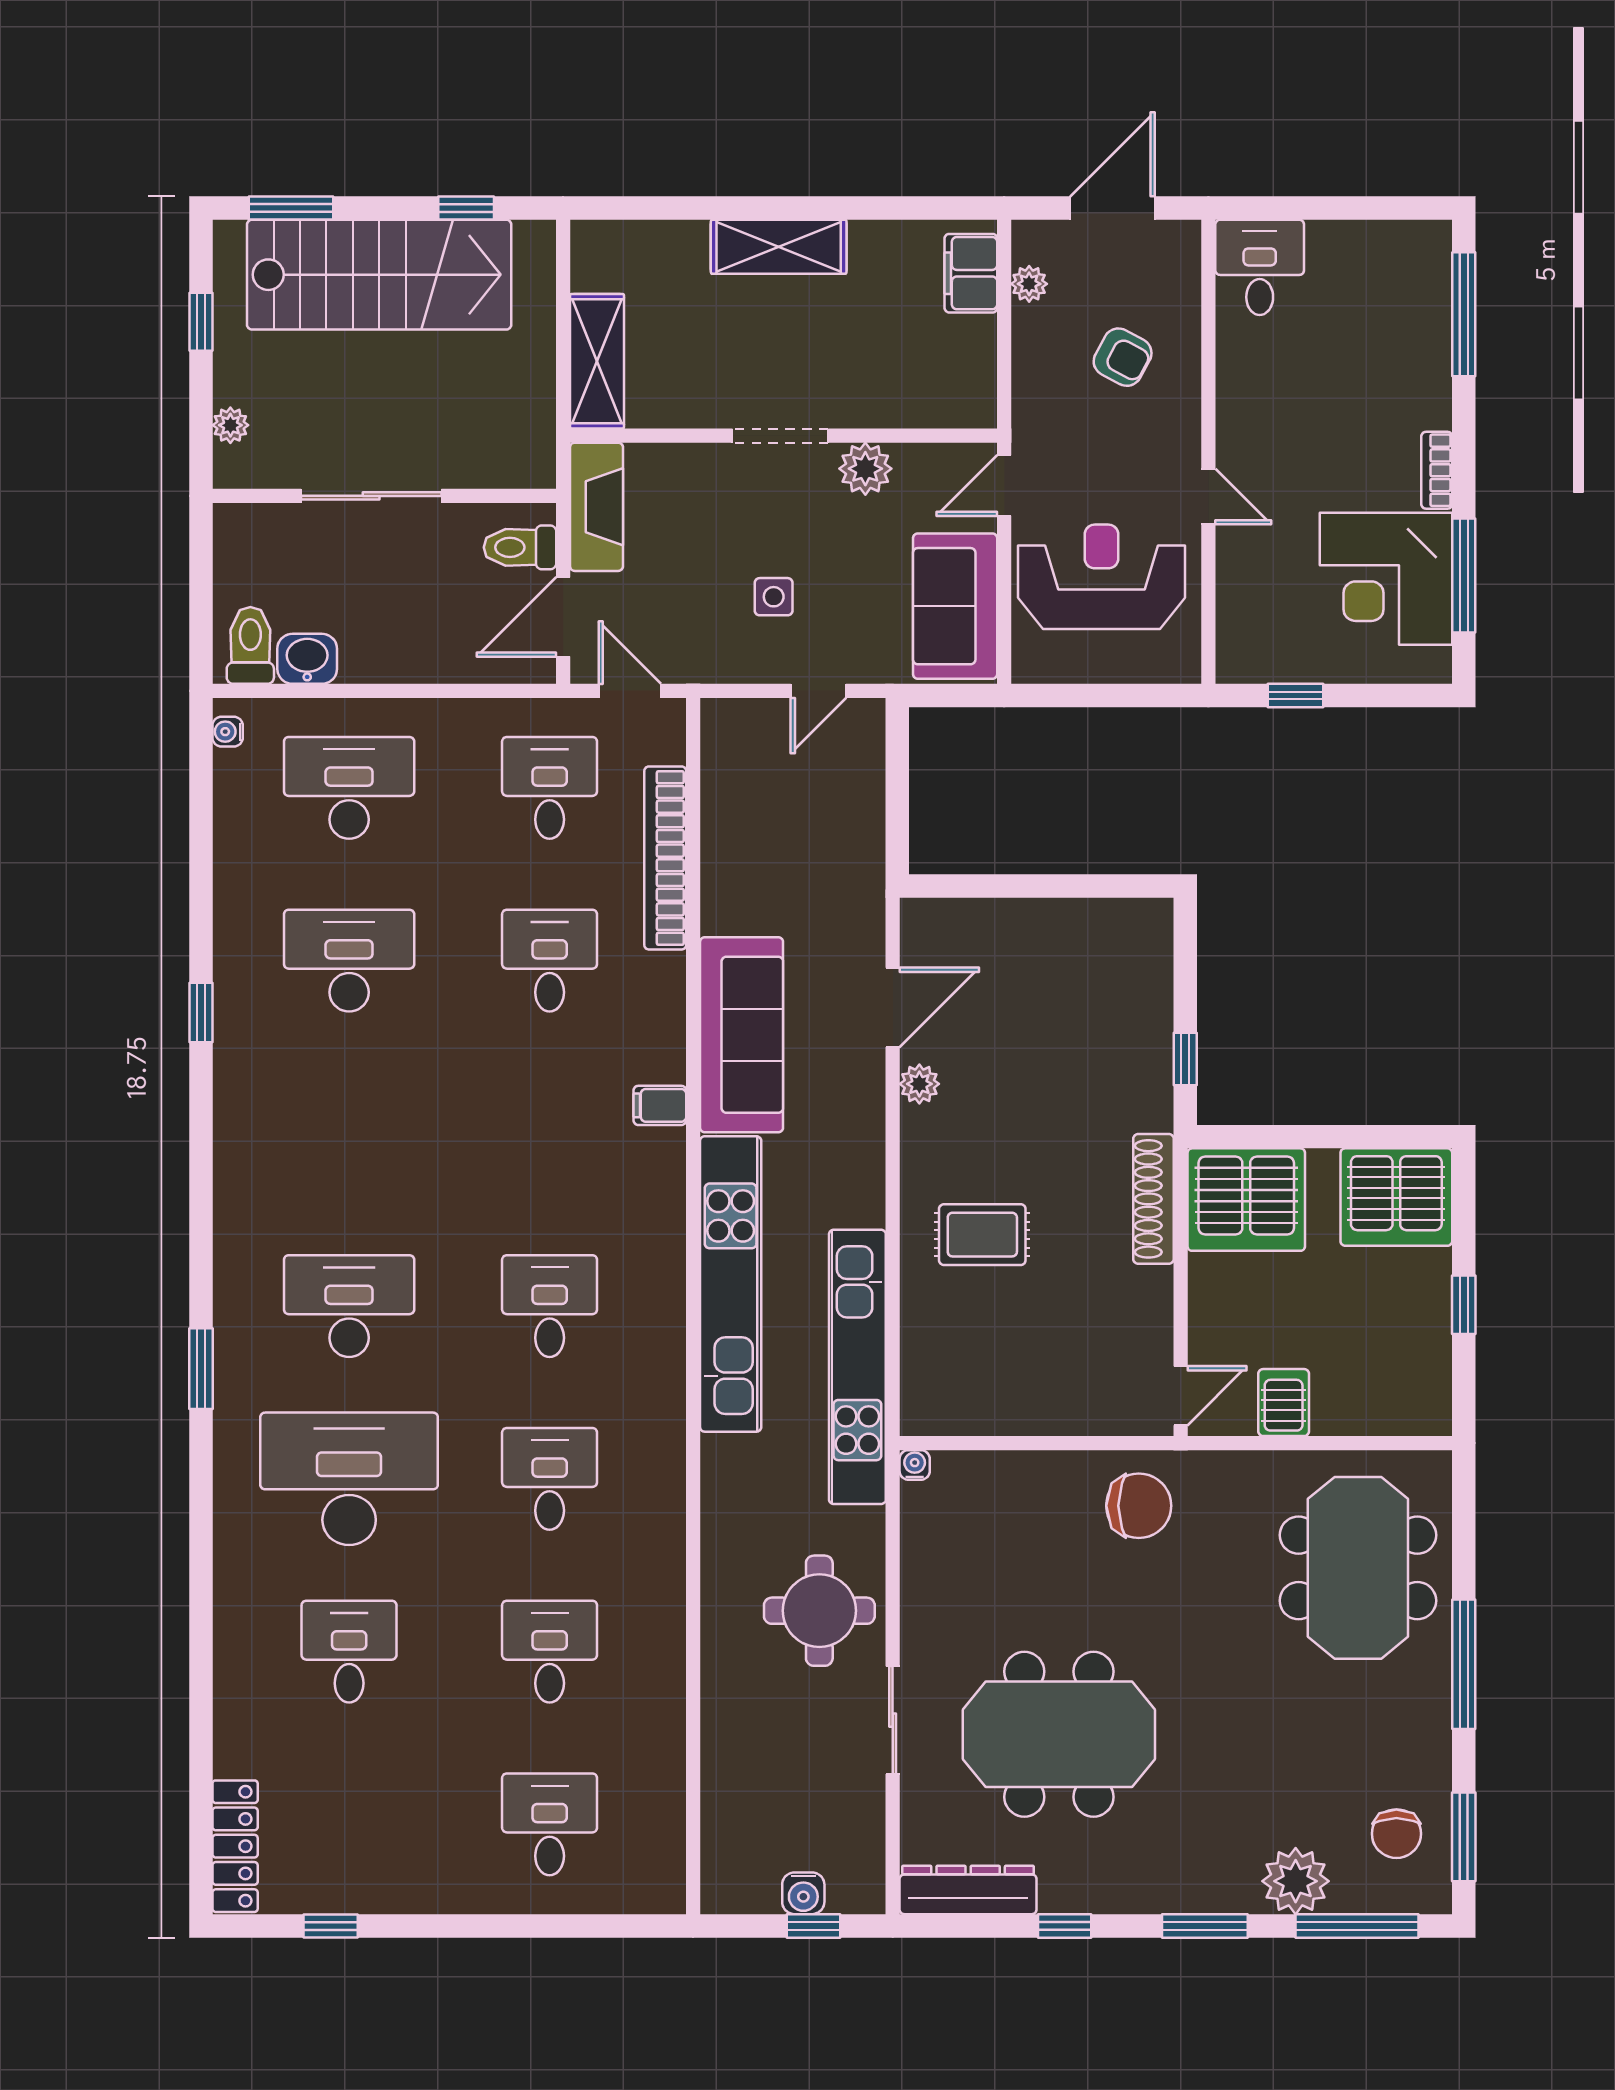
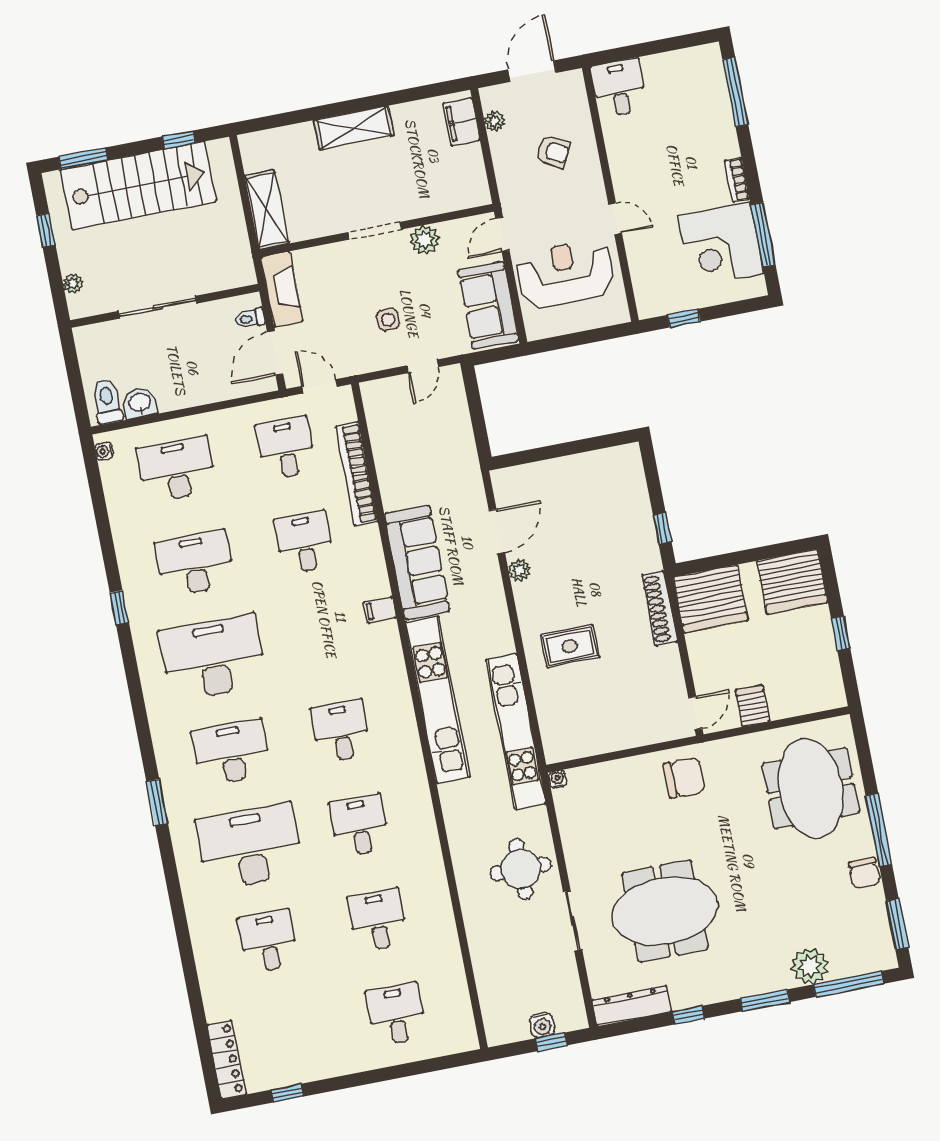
toilet: (520, 547) -> (250, 318), width x0.73, depth x0.72
desk: (349, 1133) -> (213, 658), added
chair: (1396, 1834) -> (864, 873), moved

